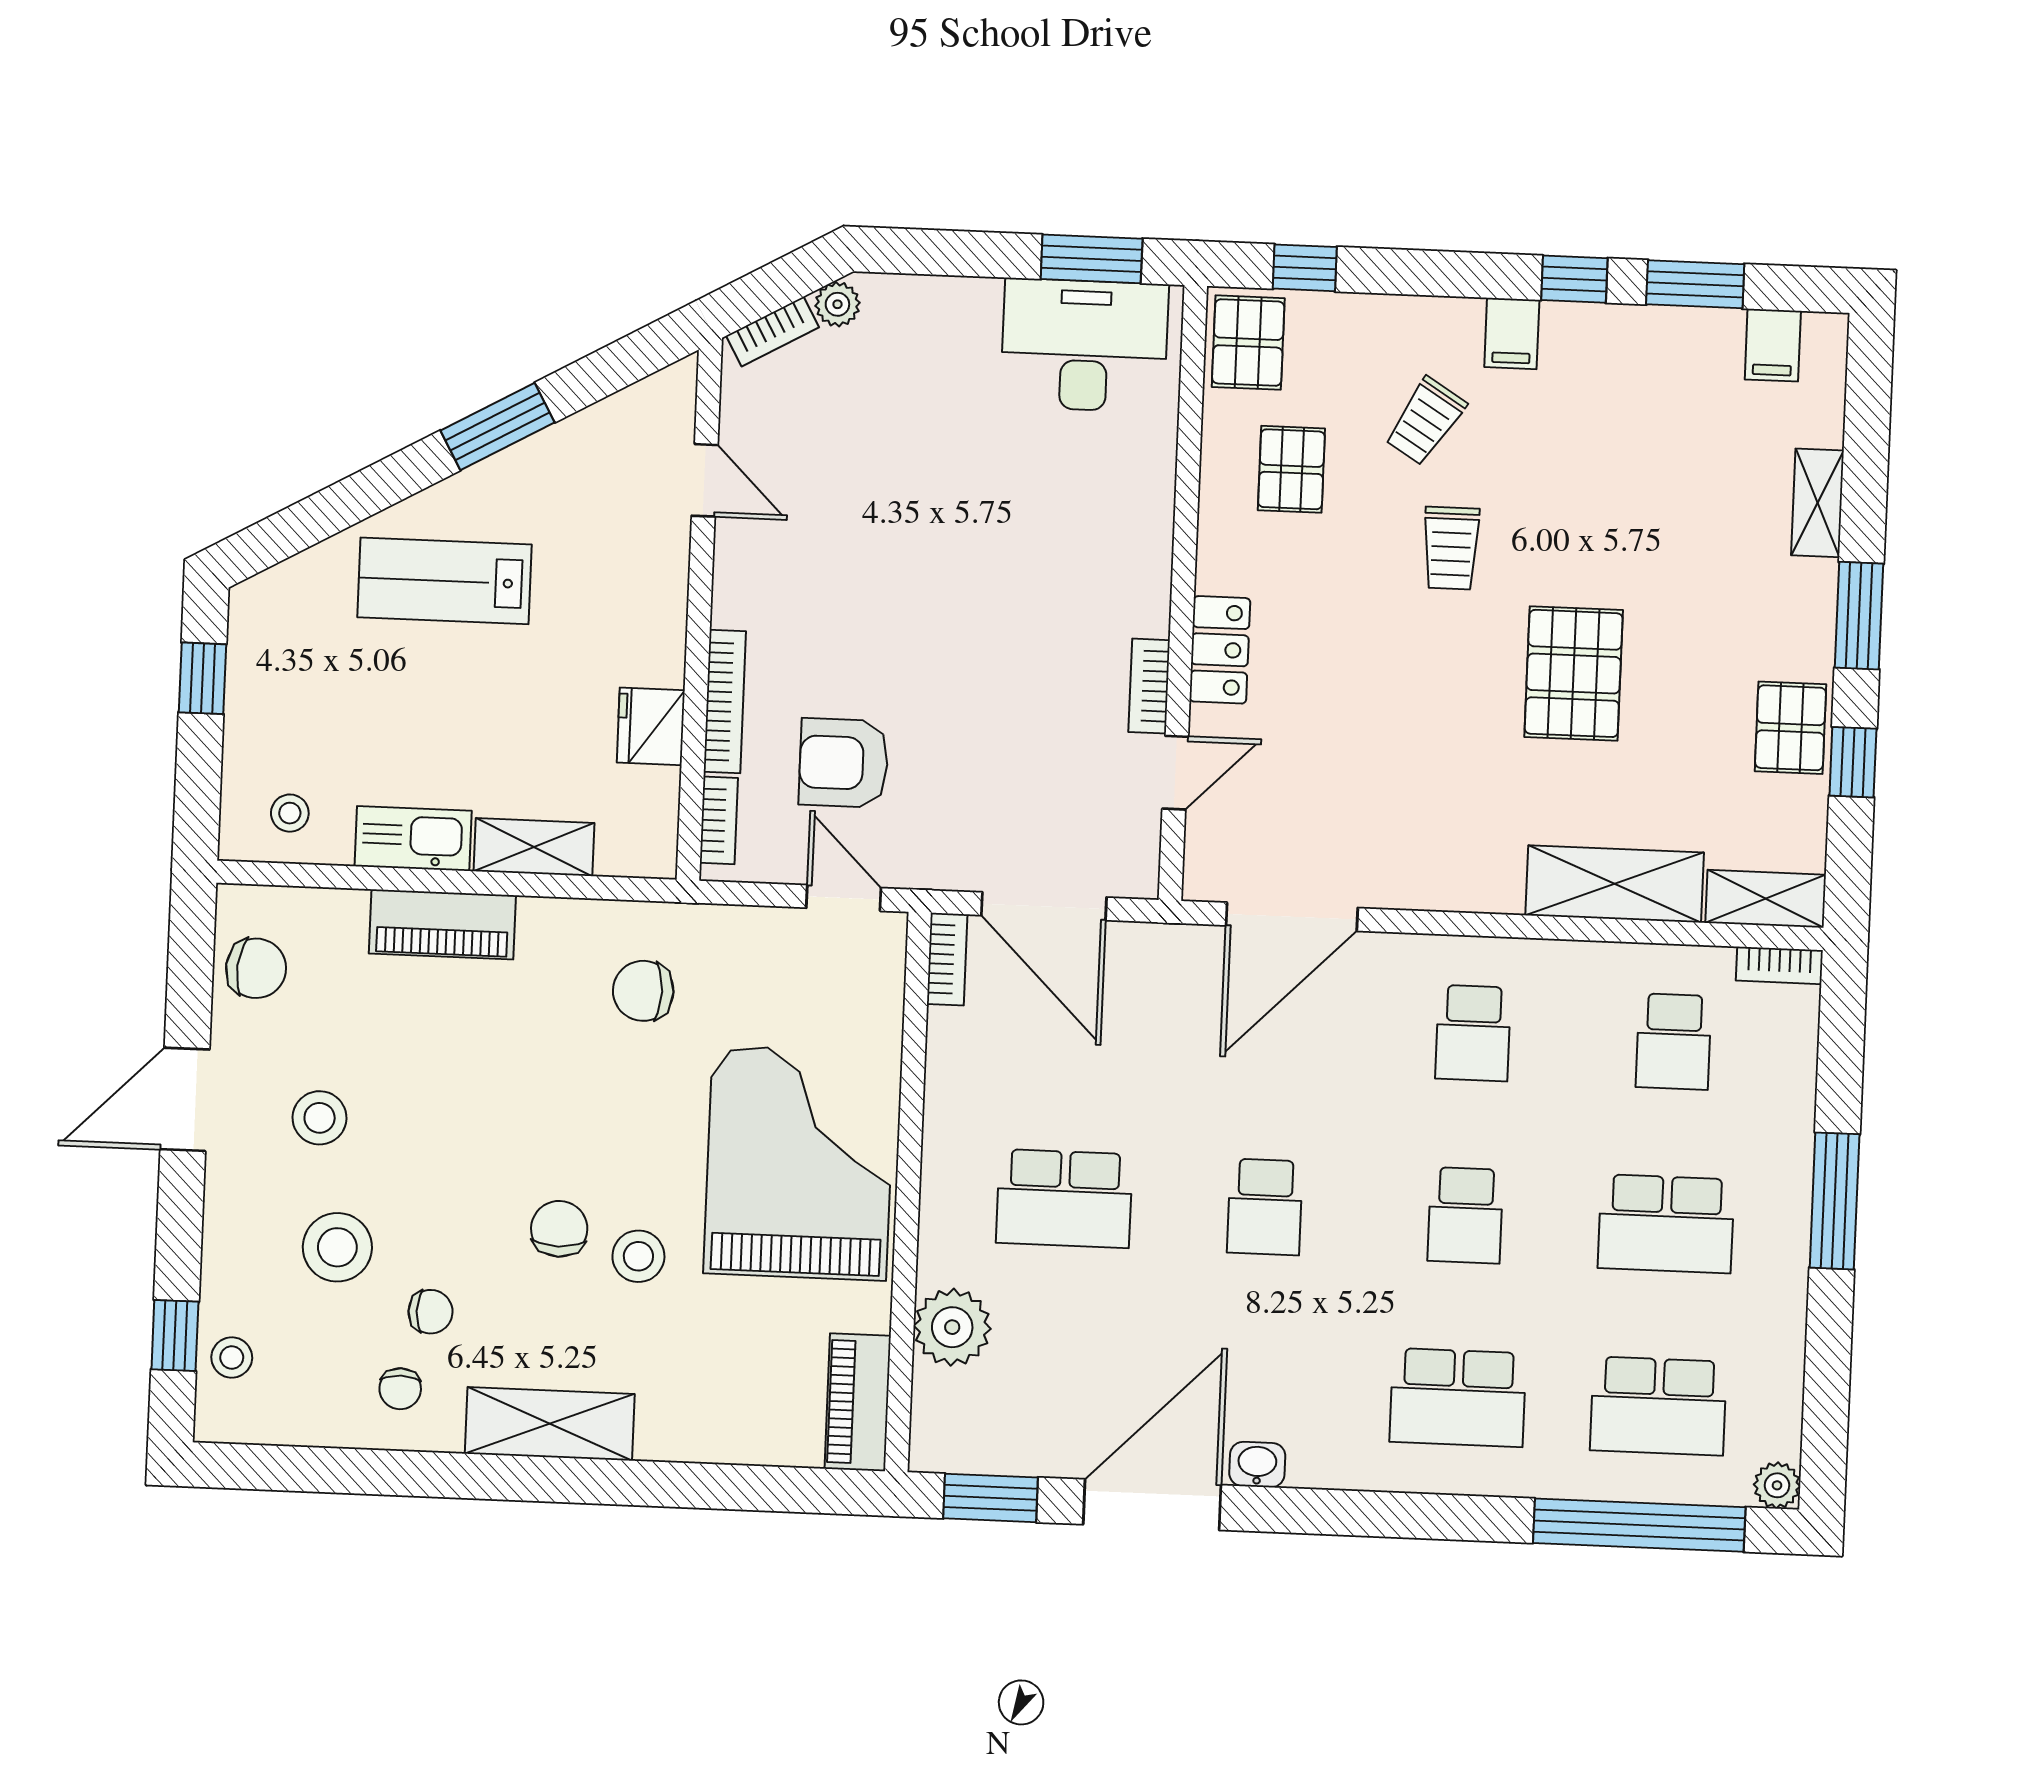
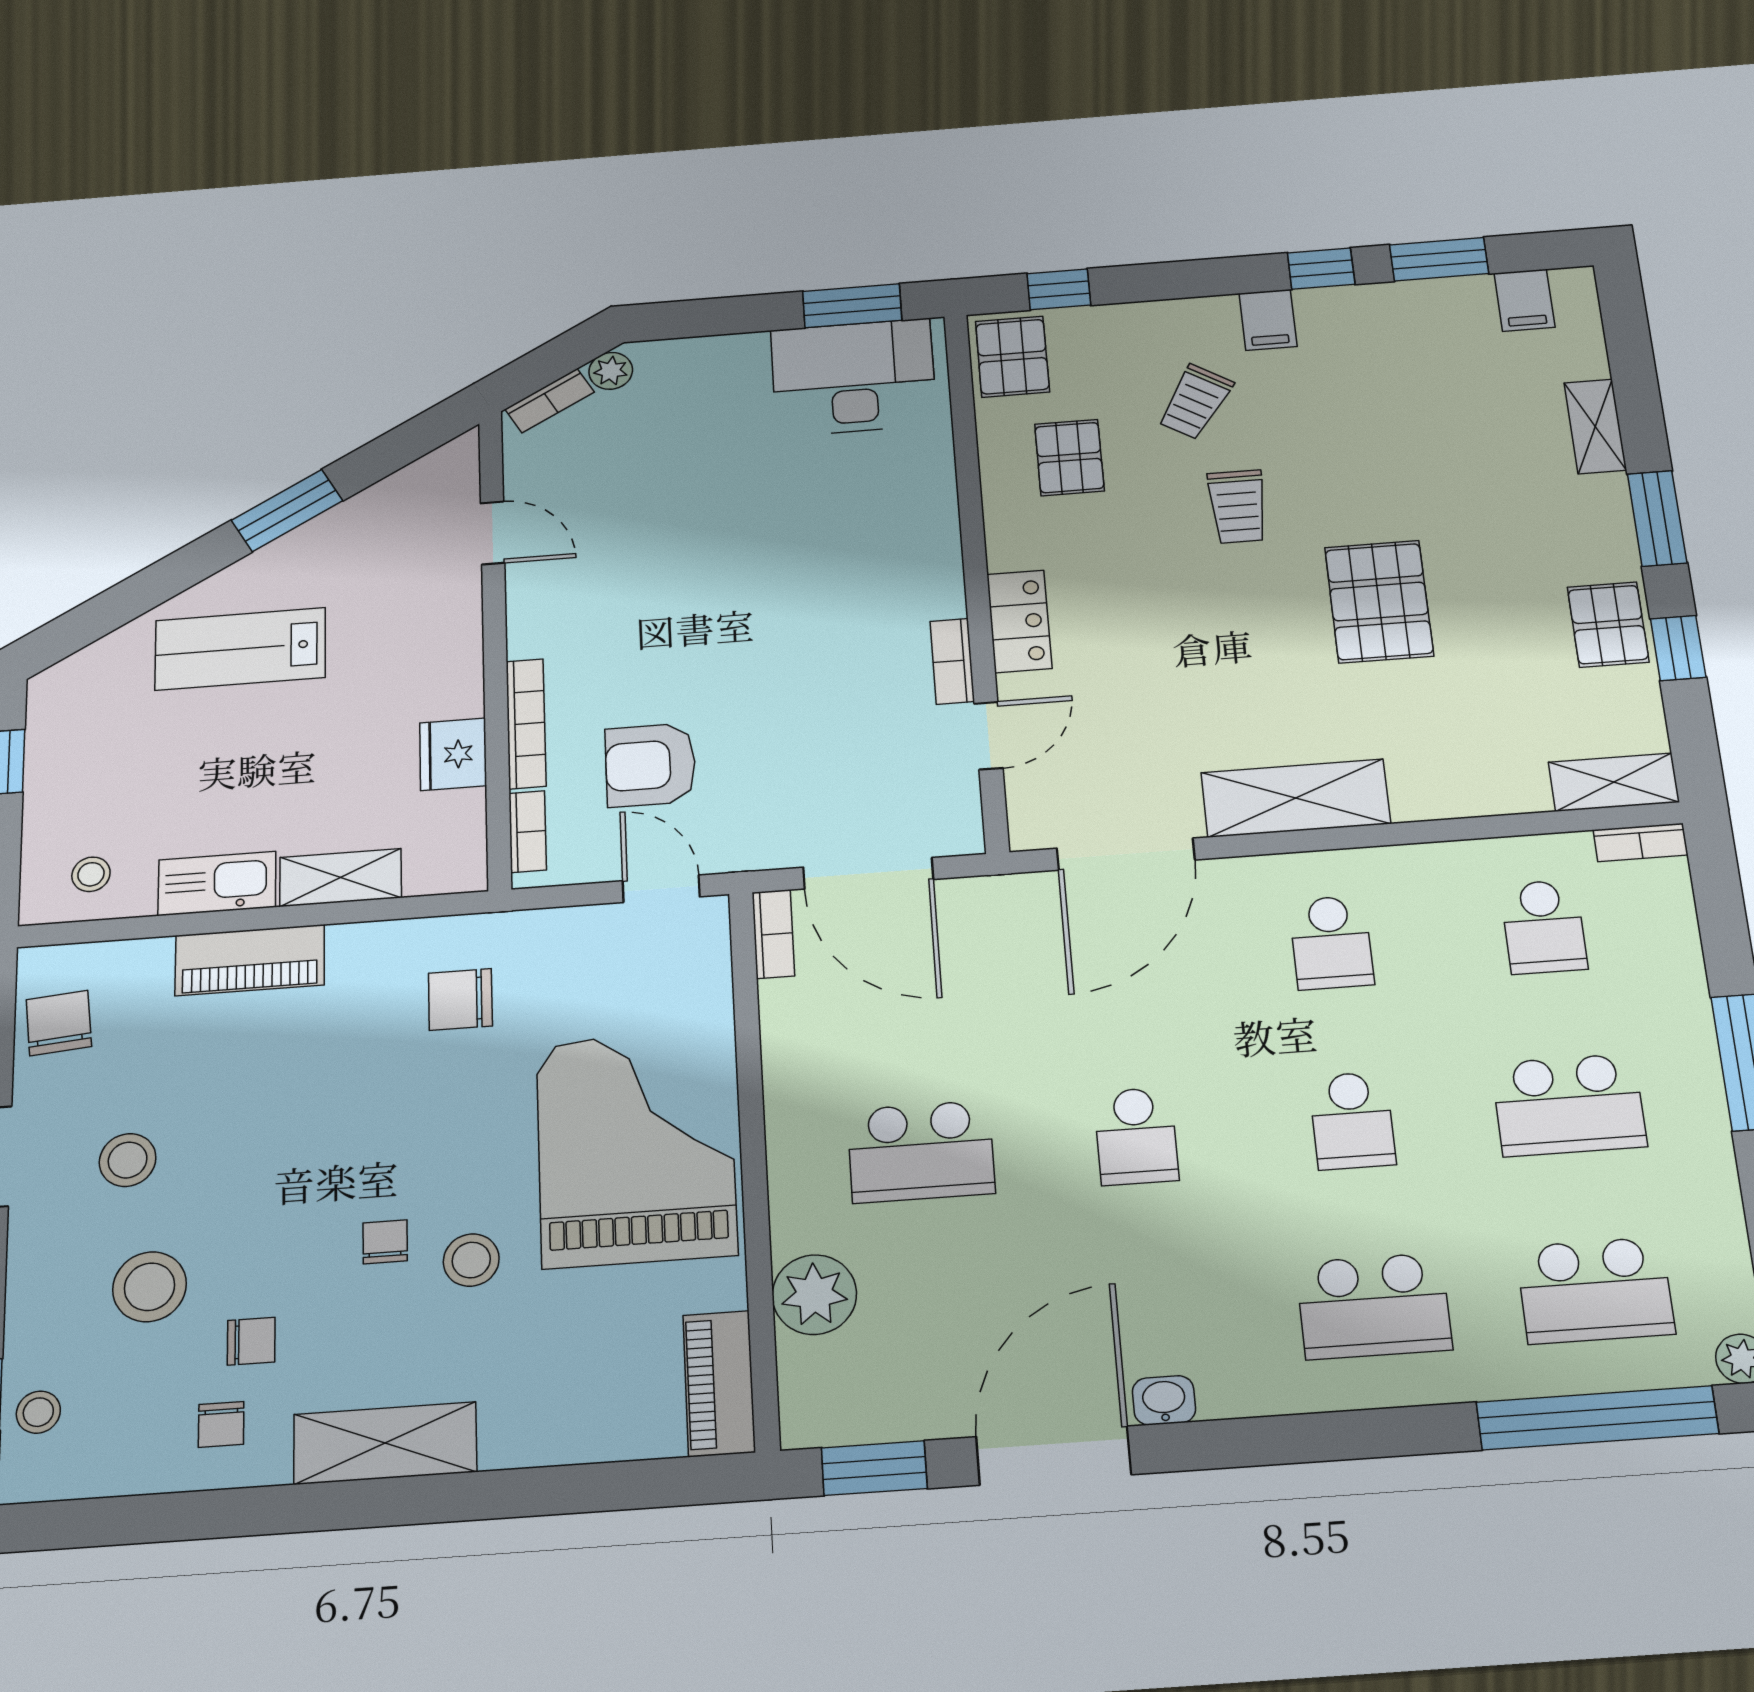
shelving: (1615, 884) -> (1296, 798), moved
chair: (256, 968) -> (59, 1023), turned -101
chair: (559, 1229) -> (385, 1242), width x0.73, depth x0.73

